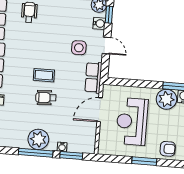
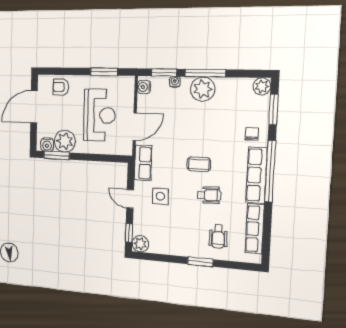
water cooler: (99, 23) -> (144, 87), moved
wheelchair: (46, 98) -> (209, 195), moved
window: (144, 161) -> (104, 72), moved

